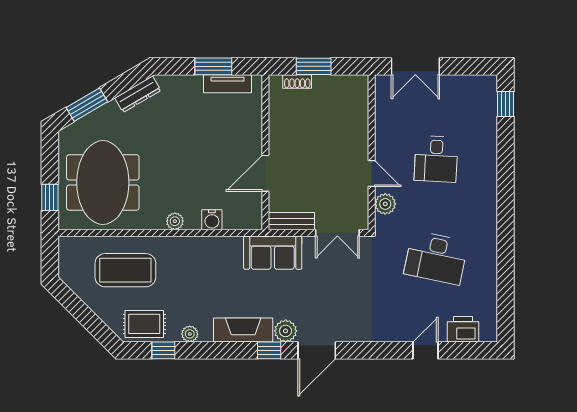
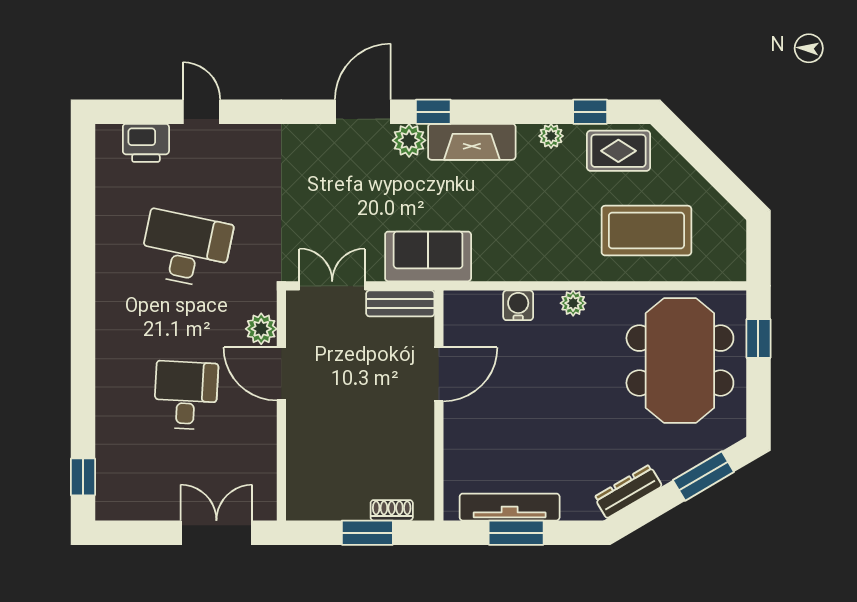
tv unit: (228, 84) -> (510, 507), width x1.41
door: (372, 174) -> (281, 374), width x1.38
door: (426, 350) -> (201, 112), swing flipped

